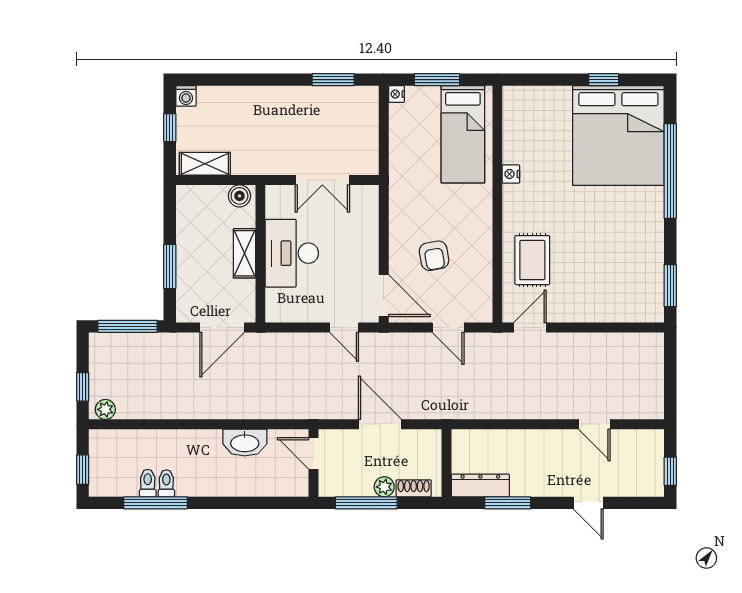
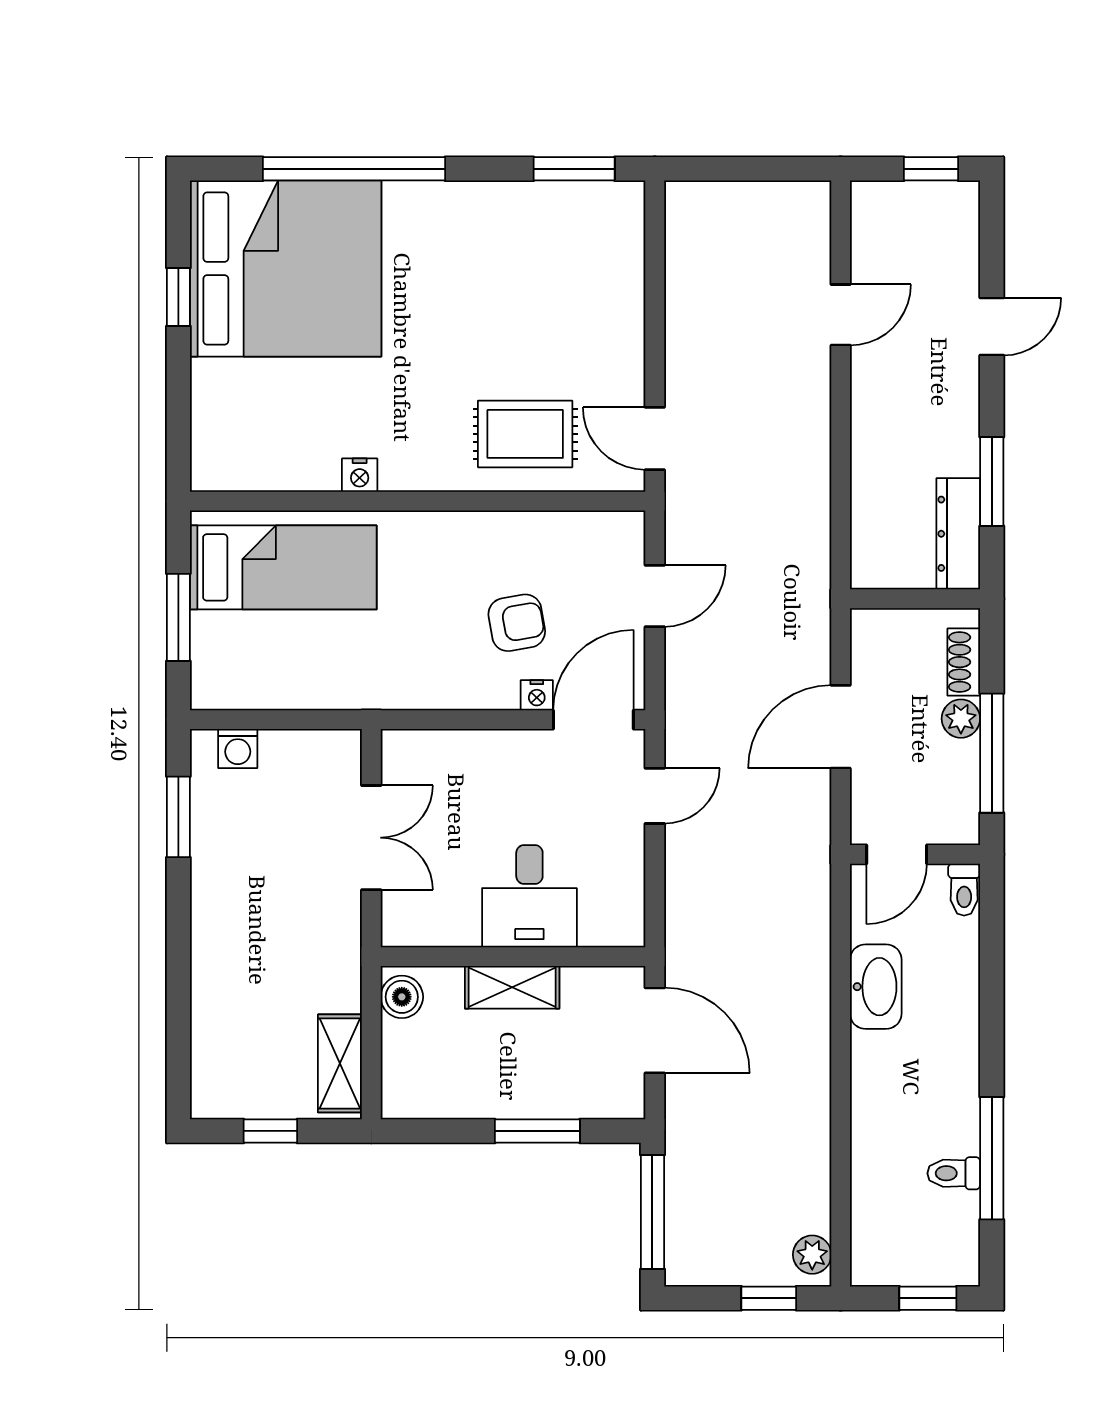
nightstand: (396, 94) -> (537, 695), moved
washing machine: (186, 96) -> (238, 749), moved, turned 90
desk: (292, 253) -> (529, 896), width x0.73
toilet: (166, 483) -> (964, 890), moved, turned -90

